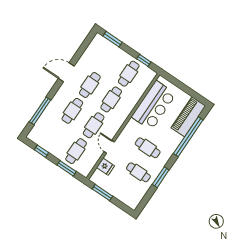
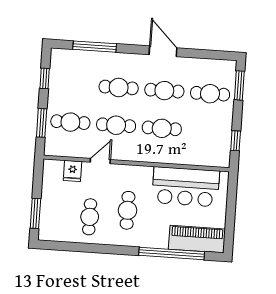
cafe table: (129, 74) -> (210, 94), moved
window: (161, 177) -> (100, 249), removed
window: (102, 193) -> (35, 213), moved

